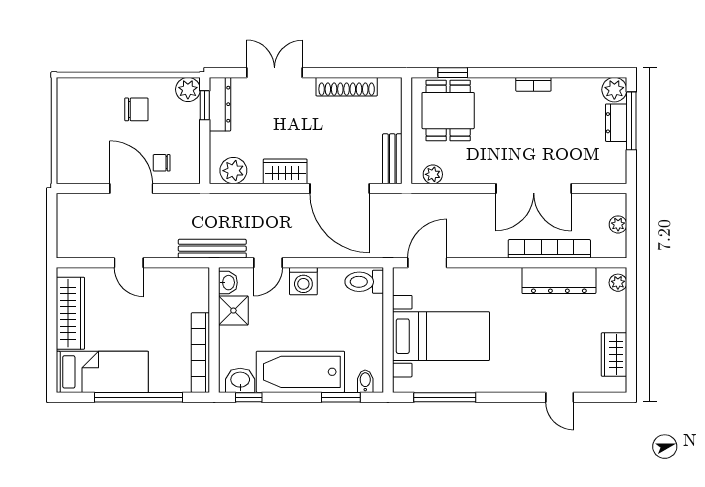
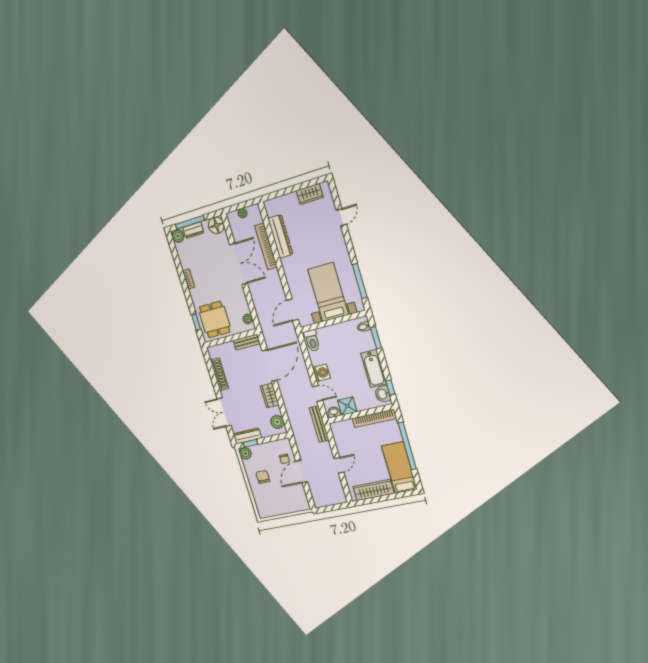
dining table: (448, 111) -> (215, 319), turned 90
floor lamp: (612, 169) -> (216, 225), added
door: (427, 263) -> (292, 310), hinge flipped
plant: (618, 283) -> (272, 204), removed
bathtub: (300, 372) -> (374, 368), width x0.73, depth x0.73

